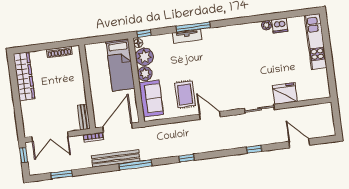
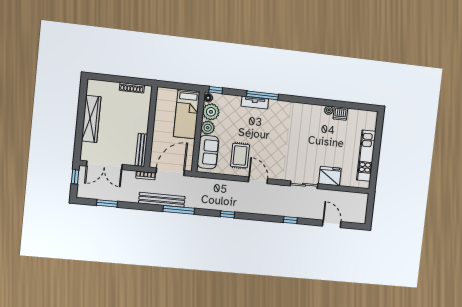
kitchen unit: (316, 41) -> (366, 156), moved
wardrobe: (24, 76) -> (91, 119), moved
bench: (84, 117) -> (141, 150), width x1.36

